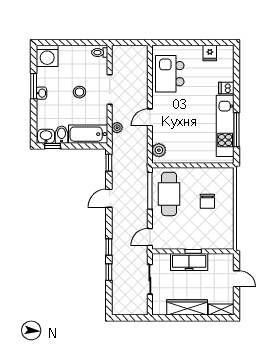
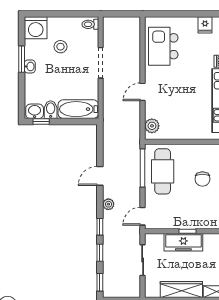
stool: (79, 92) -> (61, 47), moved
plant: (117, 128) -> (108, 204), moved
window: (109, 163) -> (100, 282), moved

